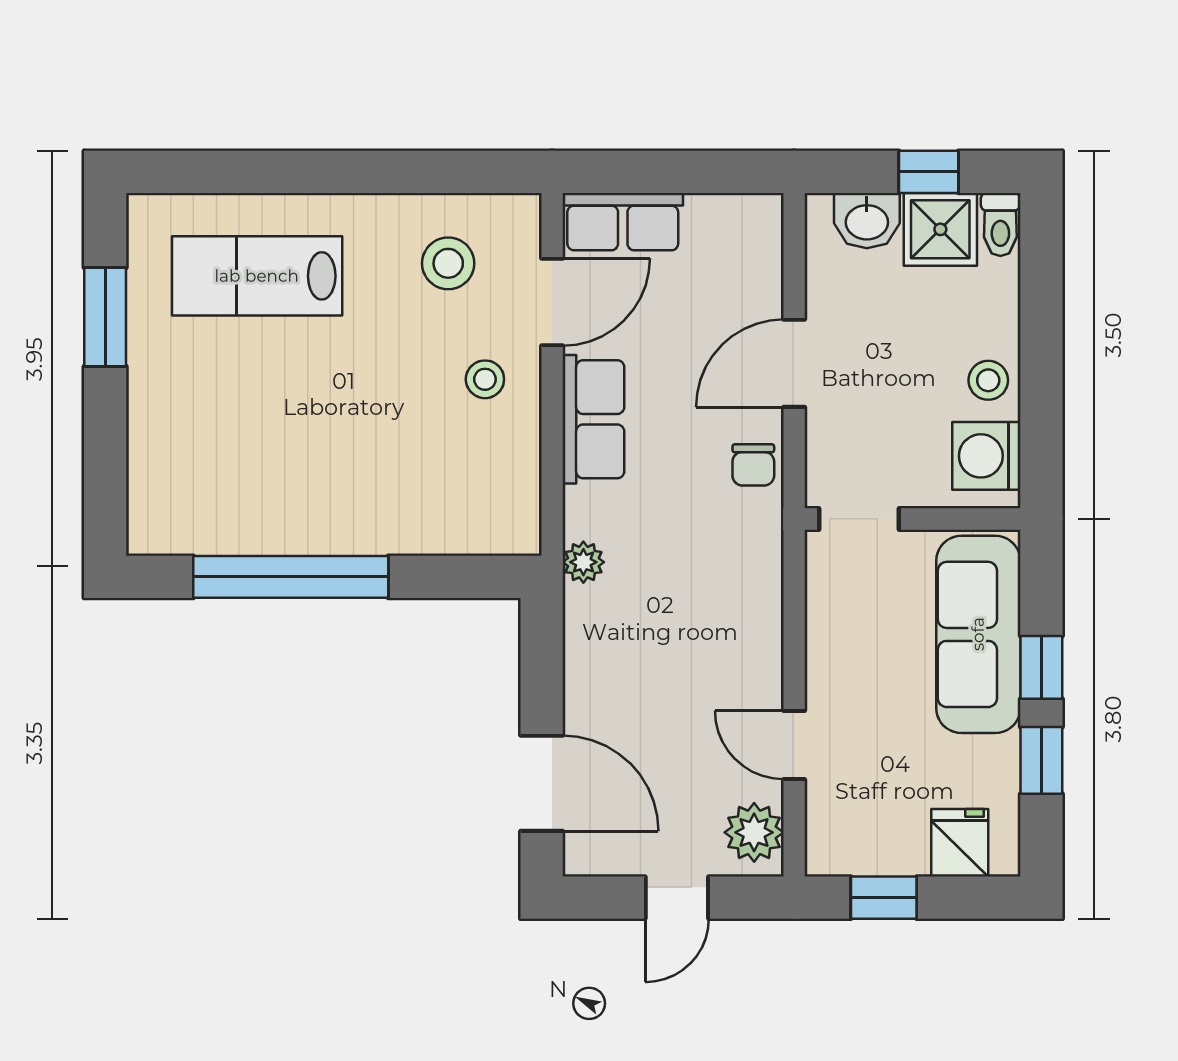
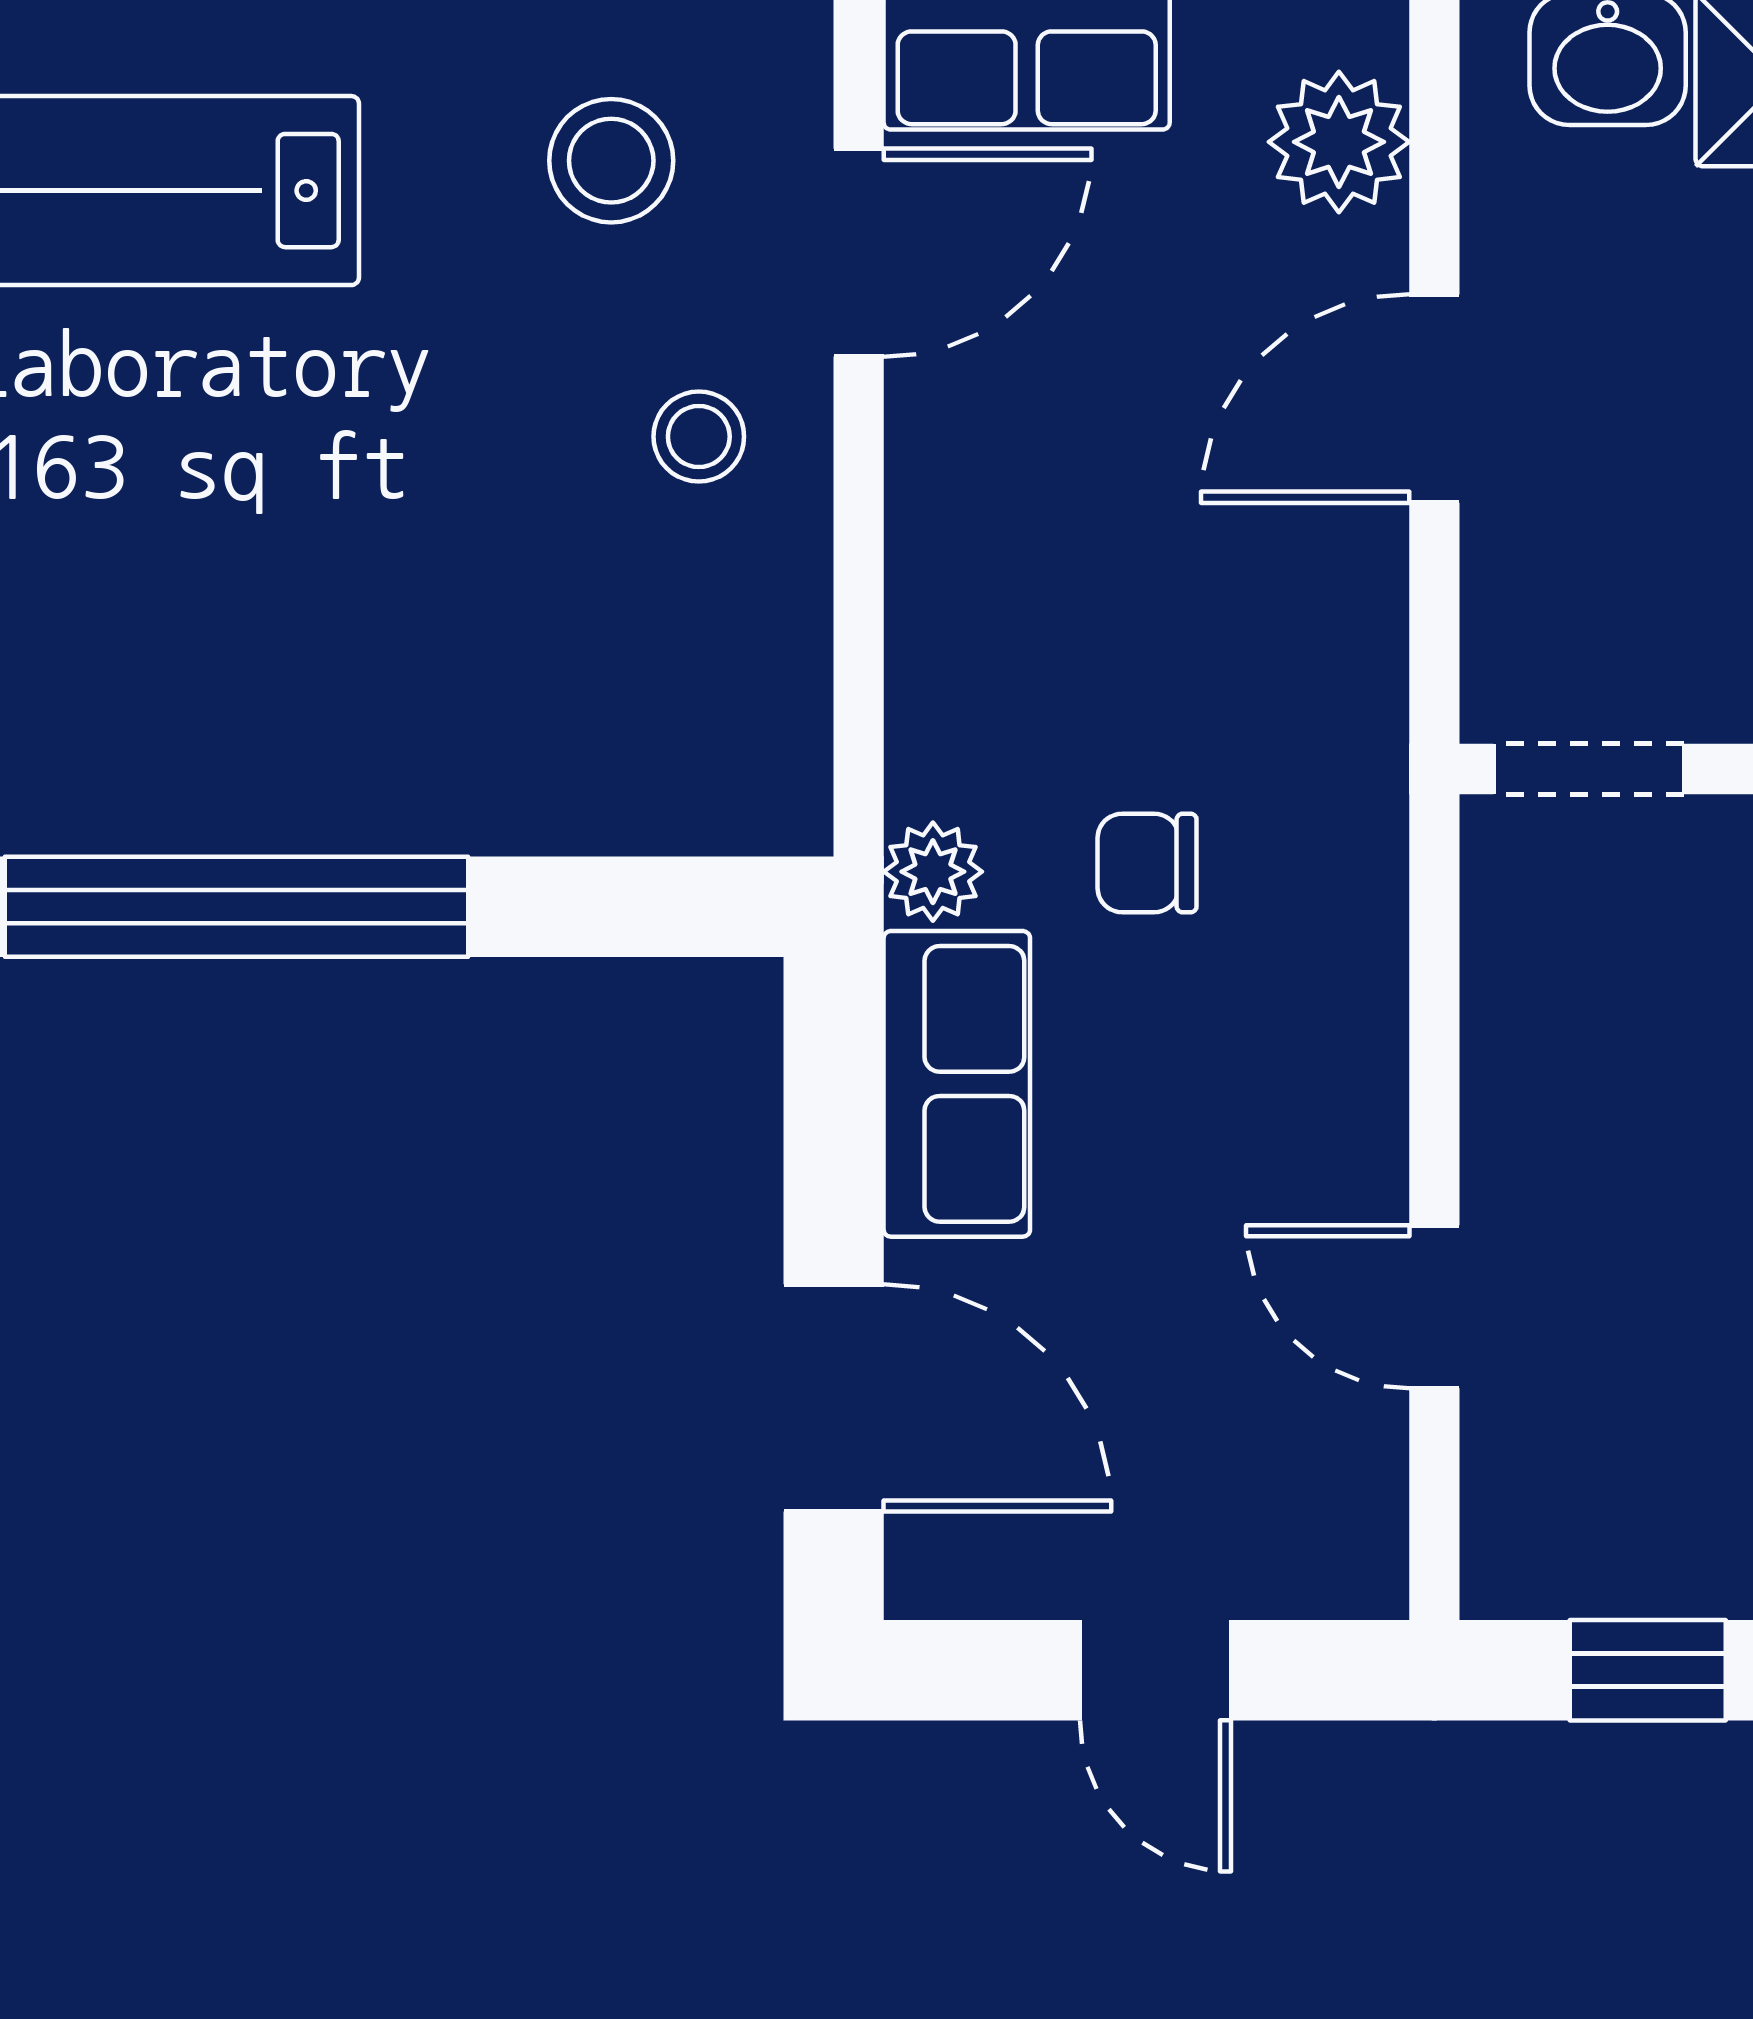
row of seats: (593, 419) -> (957, 1084), moved
chair: (753, 465) -> (1147, 863), moved, turned 90
plant: (754, 832) -> (1339, 142), moved
door: (677, 898) -> (1156, 1670), hinge flipped

